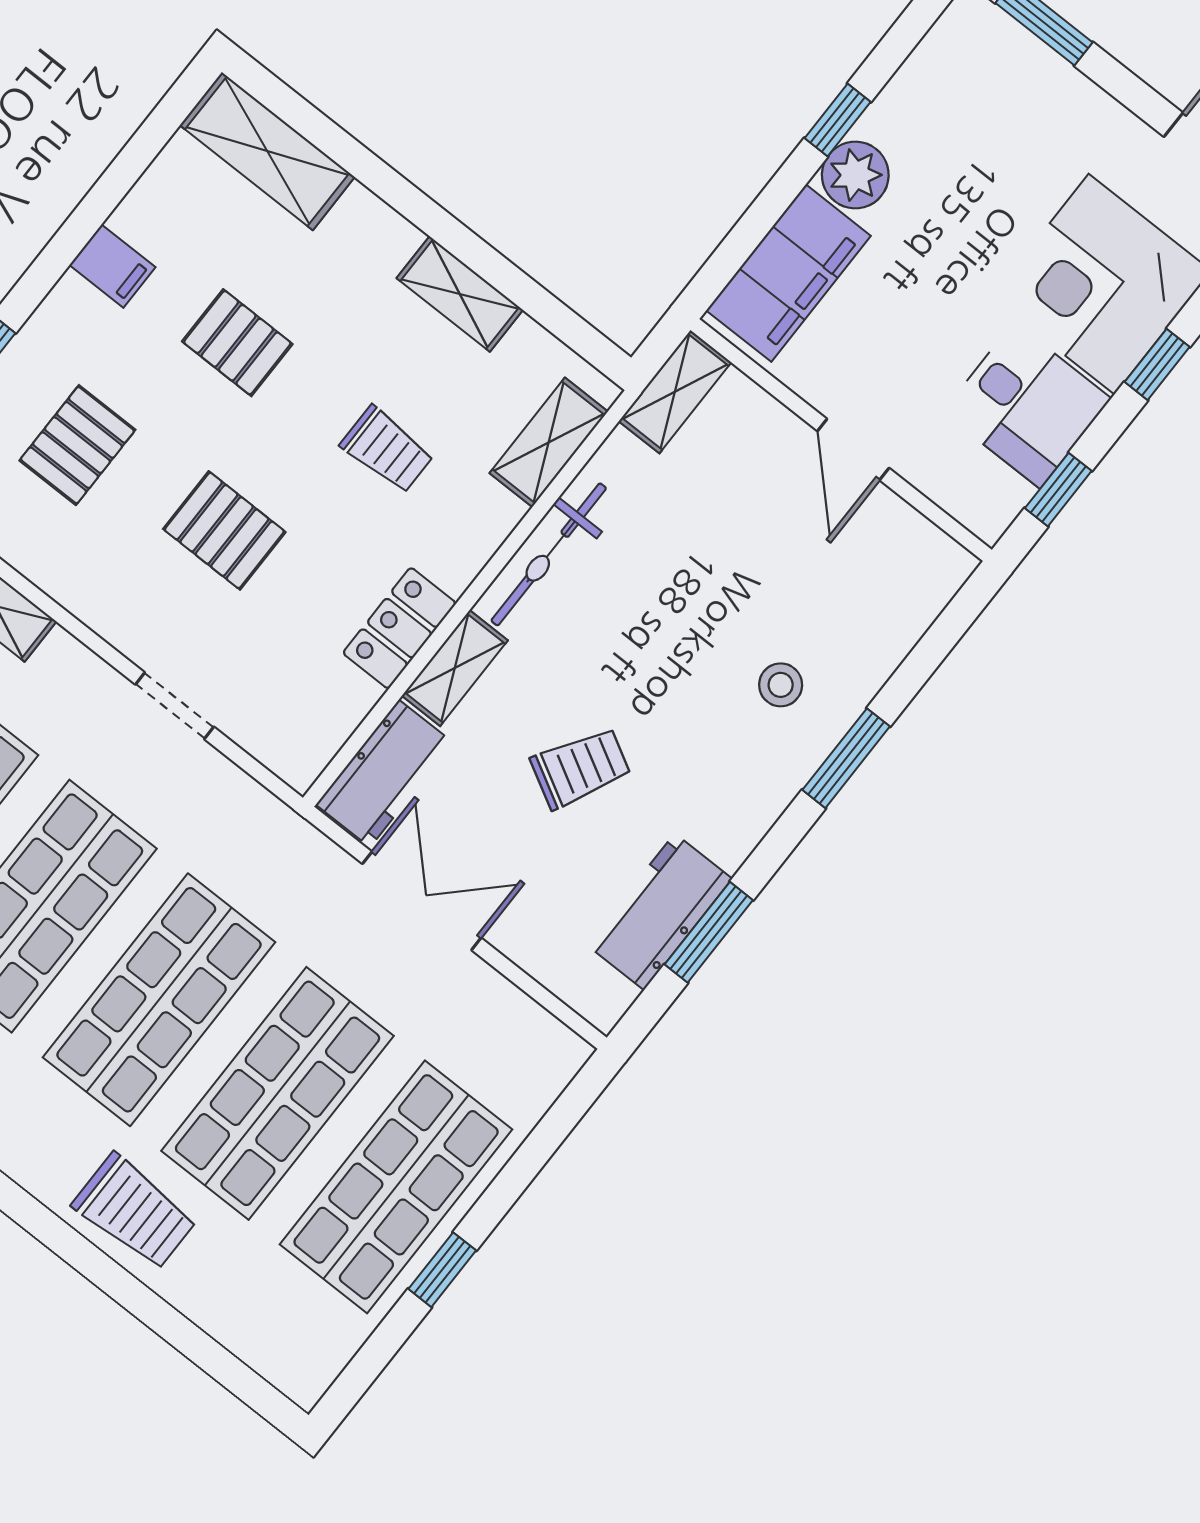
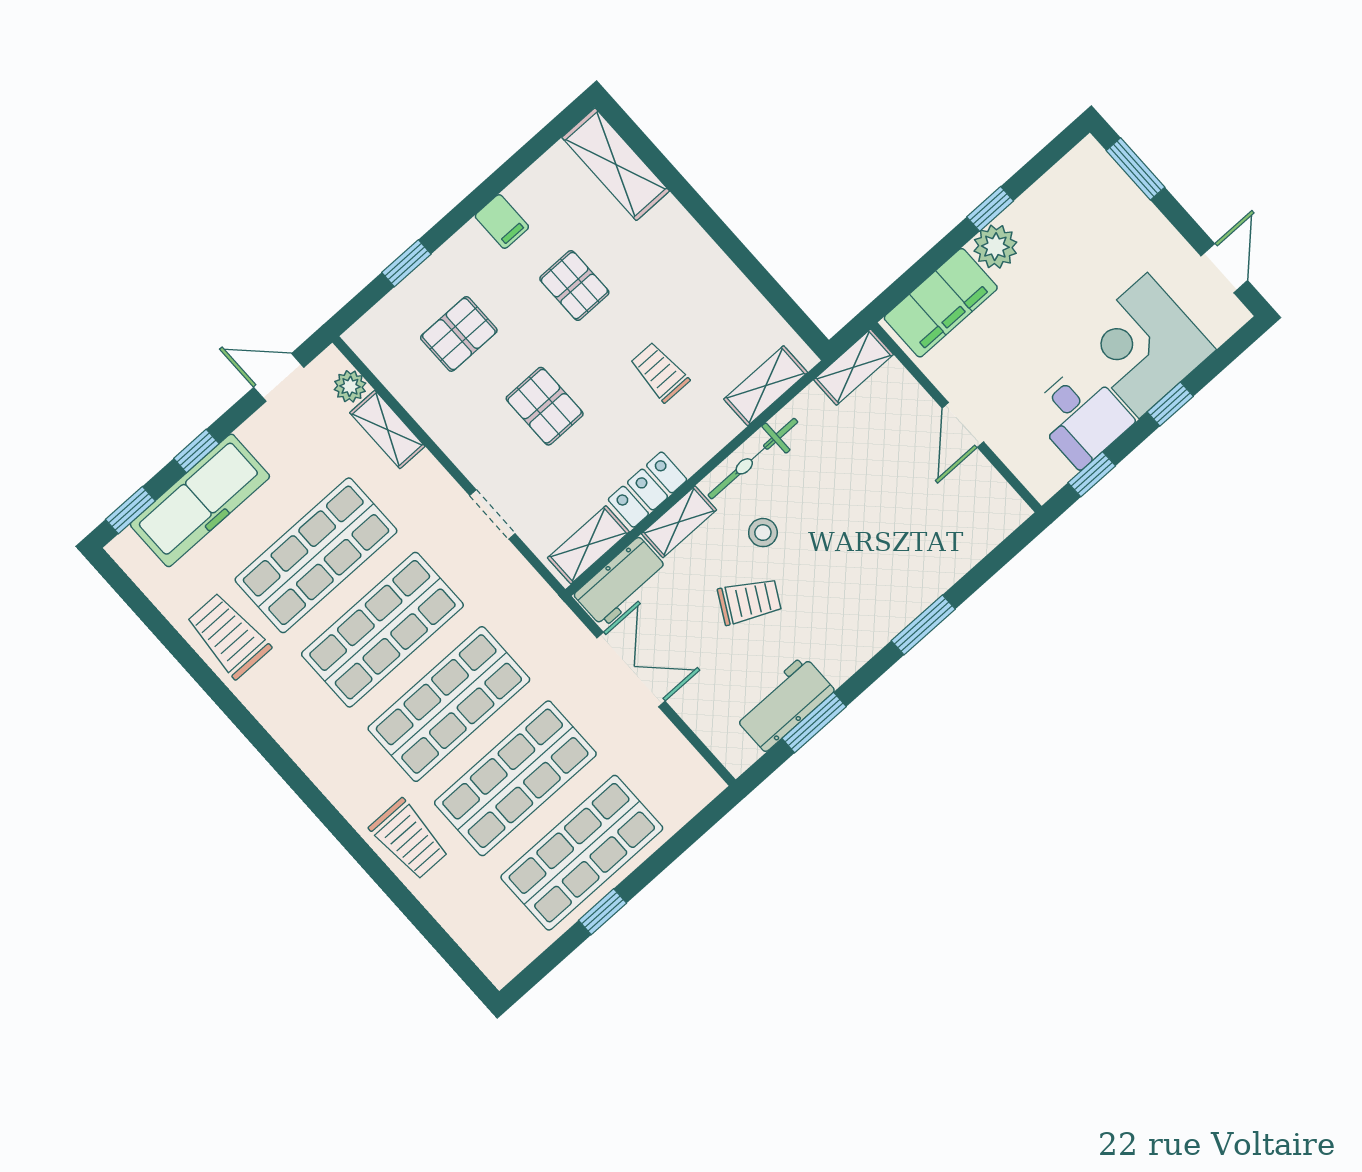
shelving: (460, 294) -> (588, 545), moved, turned 90
trolley: (387, 450) -> (660, 372), turned 180
stool: (781, 685) -> (763, 533), moved

